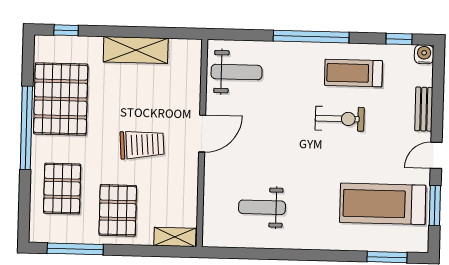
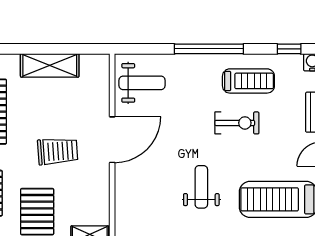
treadmill: (353, 73) -> (248, 81), turned 180
door: (202, 134) -> (112, 140), width x1.36
weight bench: (262, 207) -> (201, 187), moved, turned 90

